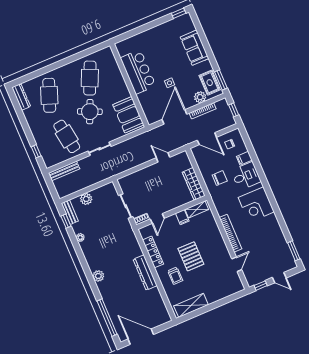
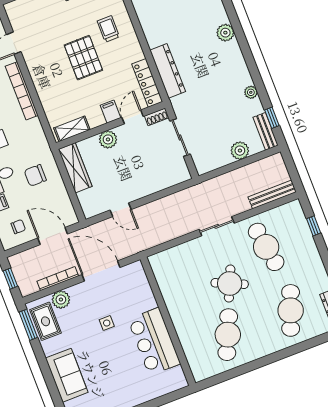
booth: (128, 115) -> (171, 277), removed
door: (174, 117) -> (101, 271), swing flipped
plant: (173, 203) -> (108, 139), added
filing cabinet: (182, 217) -> (111, 112), moved
locker: (153, 252) -> (147, 83), moved
dresser: (145, 273) -> (168, 71), moved

